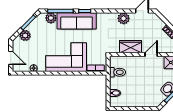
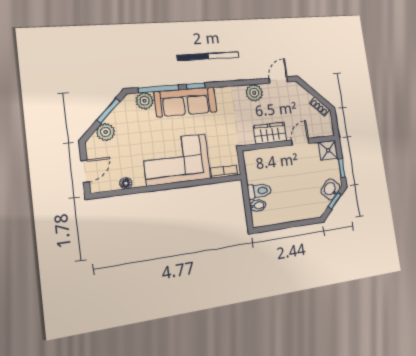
door: (11, 58) -> (85, 171), hinge flipped
toilet: (118, 72) -> (259, 191), moved

